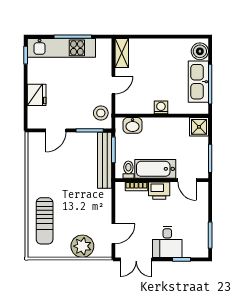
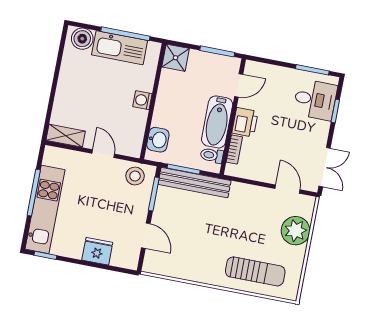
desk: (167, 242) -> (315, 100), moved

